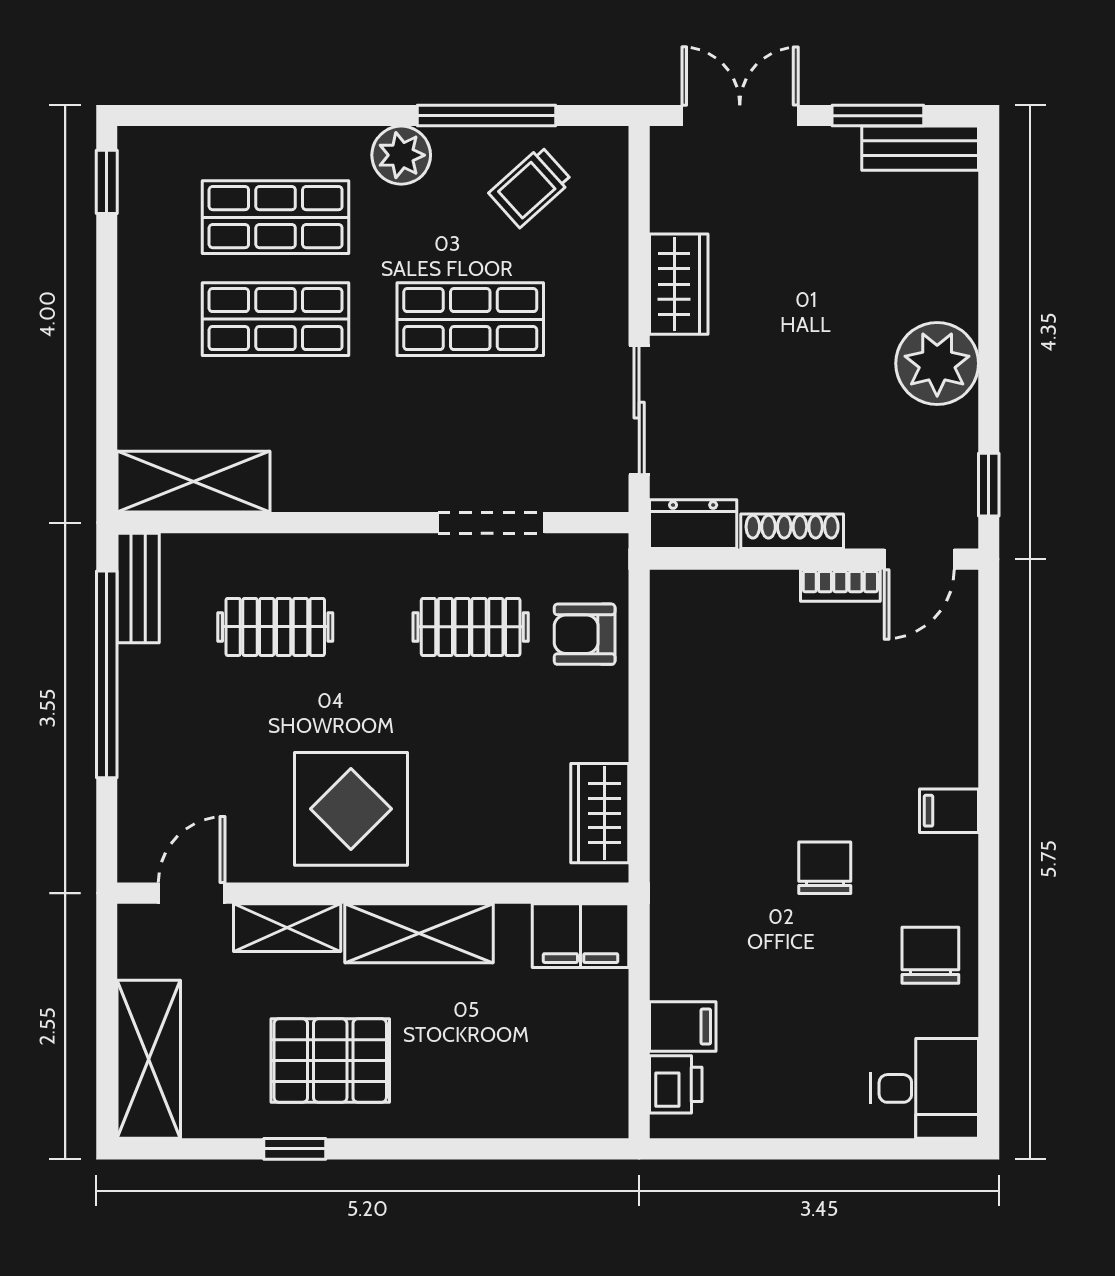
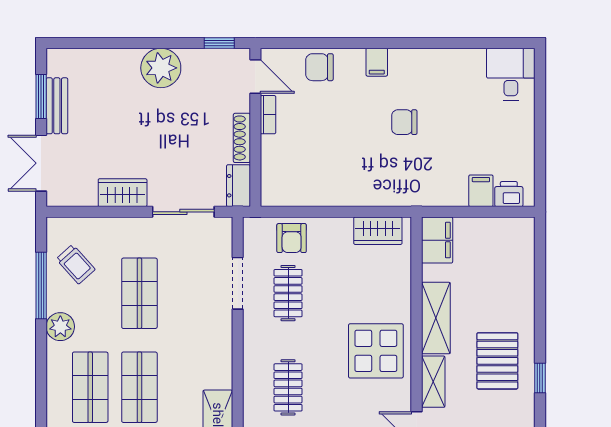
bench: (920, 148) -> (57, 106), moved
chair: (930, 955) -> (319, 67), moved

